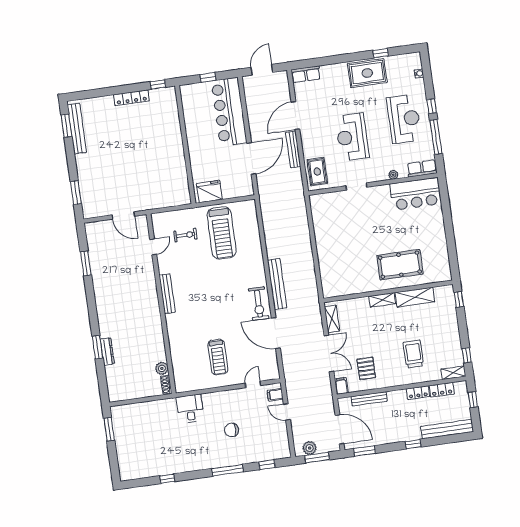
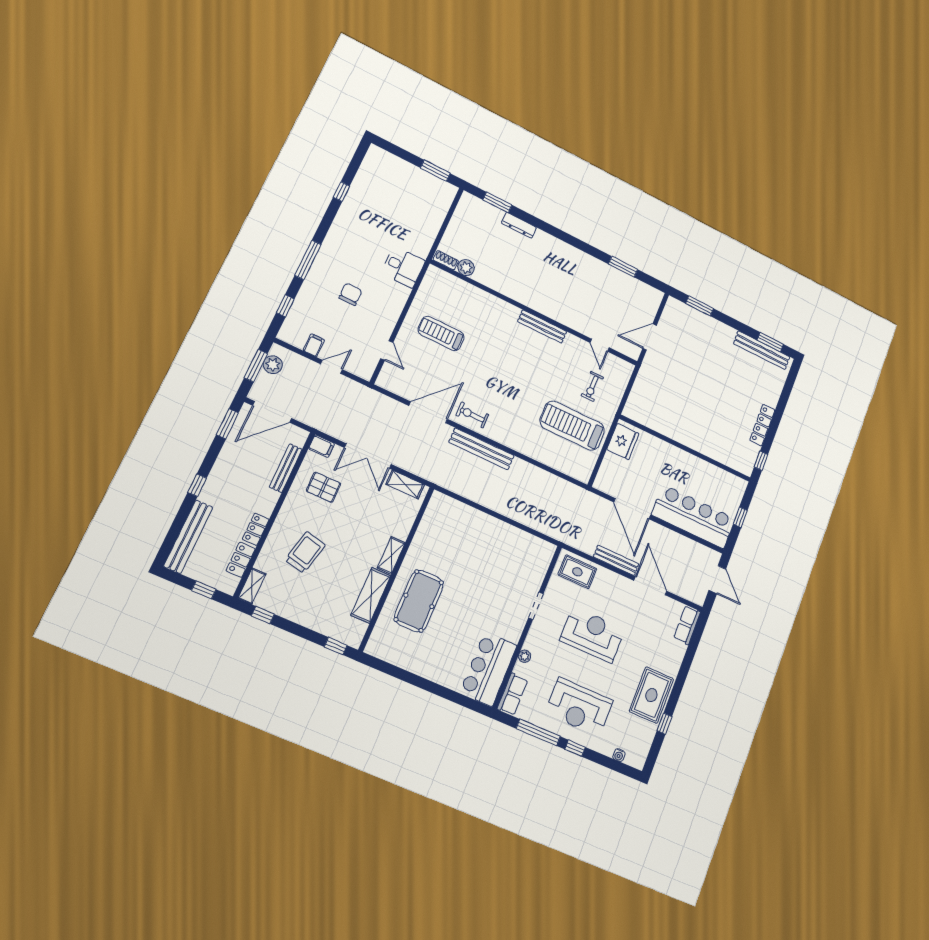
exercise bike: (259, 304) -> (472, 415), width x0.73, depth x0.72
window: (98, 347) -> (497, 202), moved
trolley: (413, 354) -> (305, 552), turned -77
filing cabinet: (275, 395) -> (314, 345), moved

